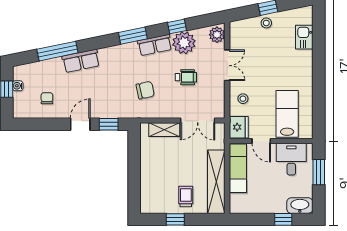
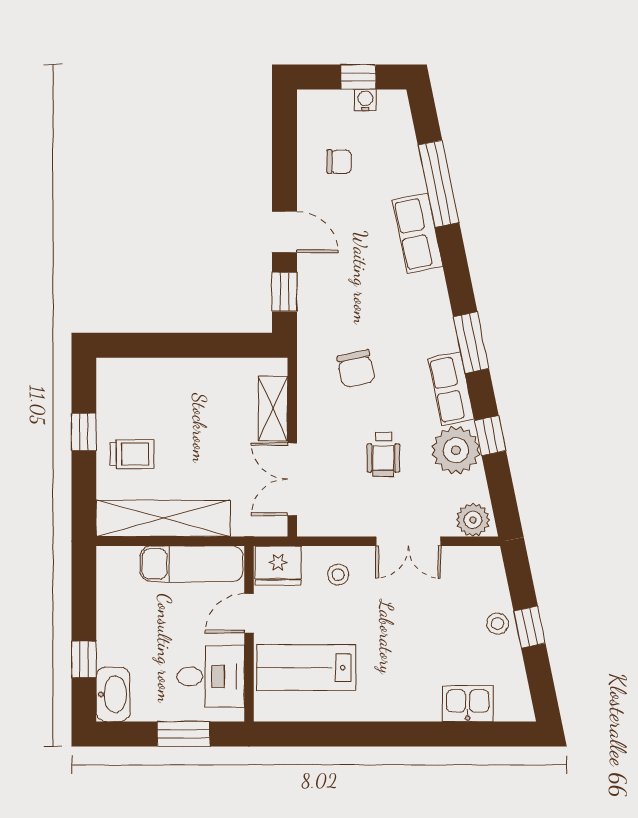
lab bench: (287, 114) -> (306, 668), turned 180

